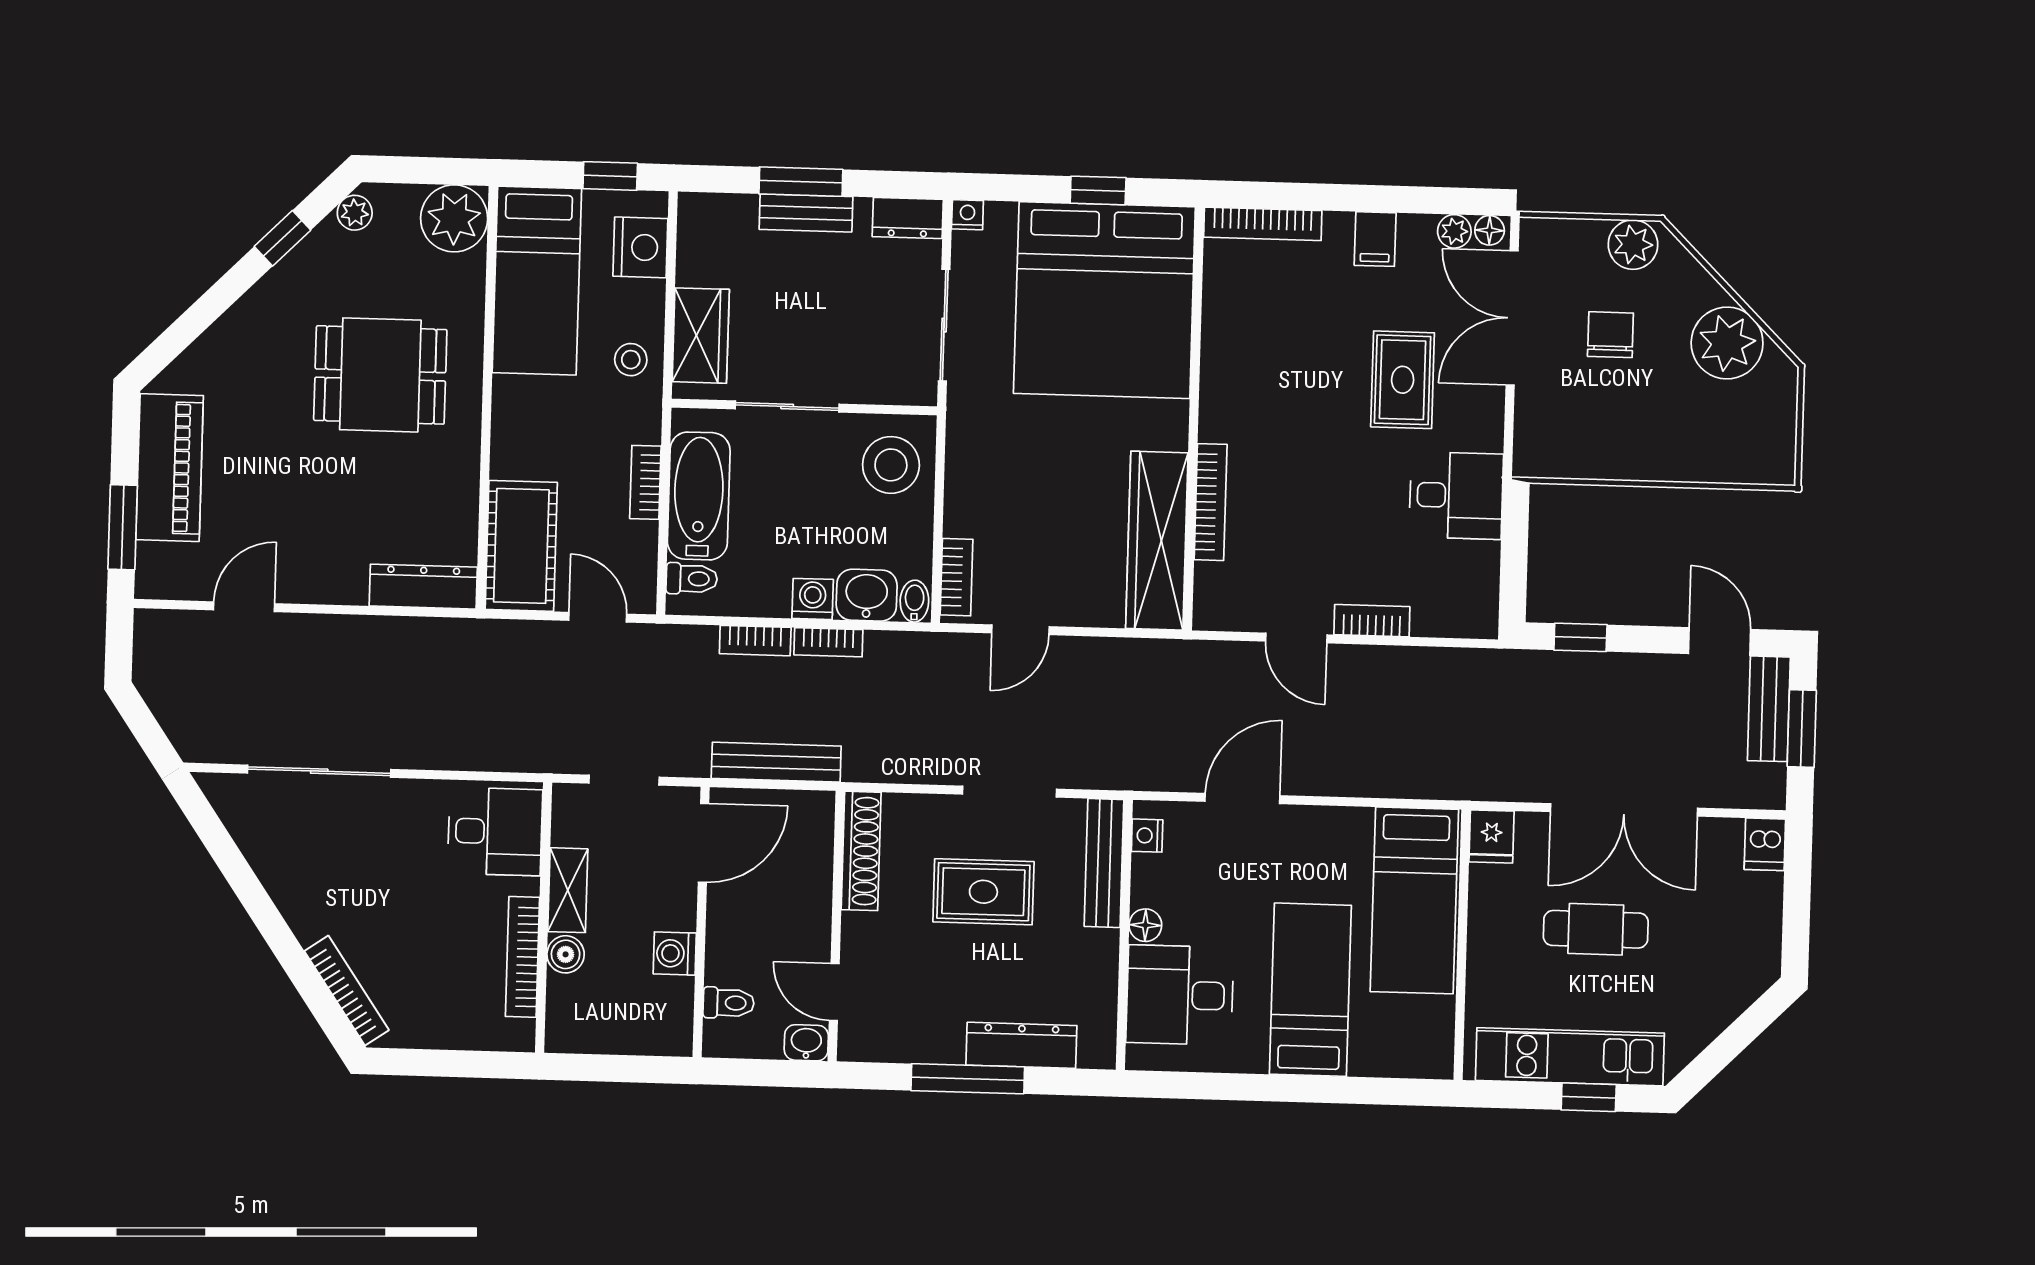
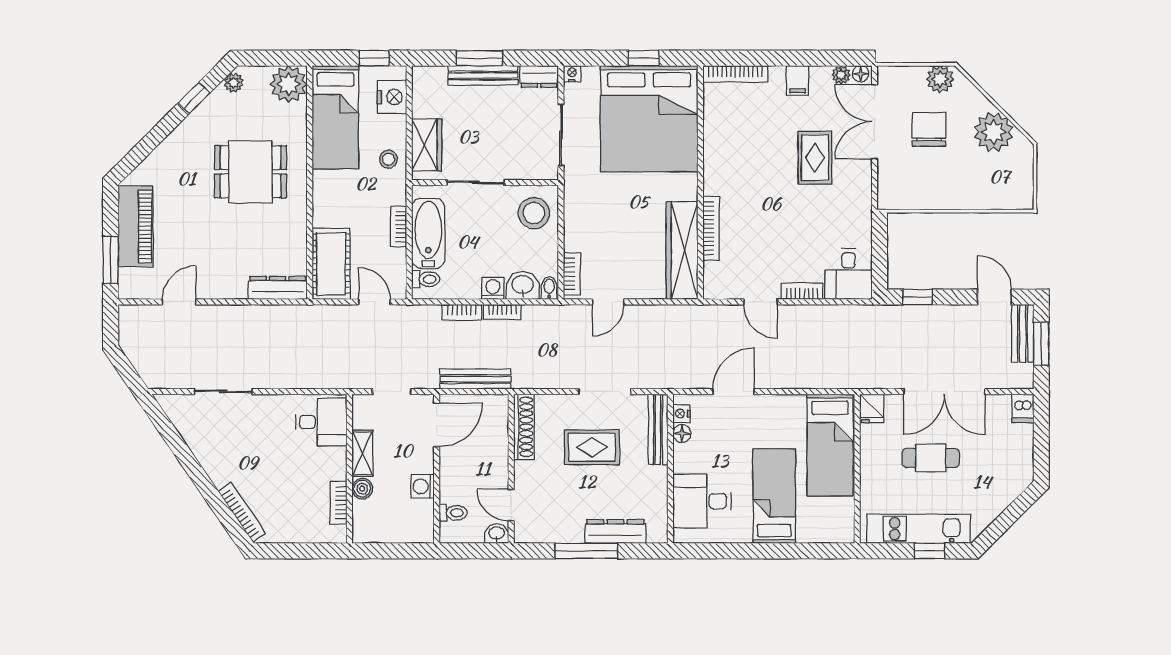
bench: (806, 213) -> (483, 75), width x1.36
chair: (1610, 335) -> (929, 129), width x1.37, depth x1.37
desk: (1456, 495) -> (848, 274), moved, turned 90
sliding door: (319, 771) -> (223, 392), width x0.73
floor lamp: (1145, 925) -> (682, 433), moved
bookcase: (522, 957) -> (339, 503), width x0.64

